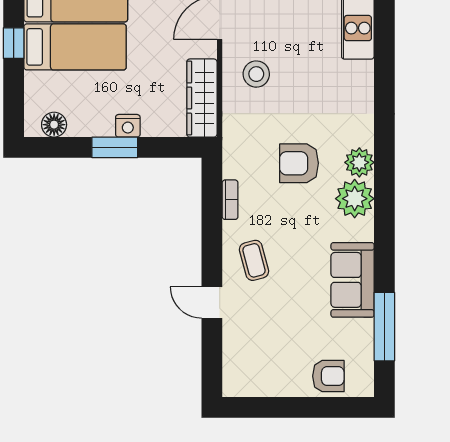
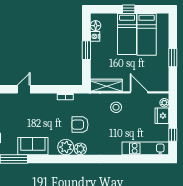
nightstand: (128, 126) -> (95, 36), moved
armchair: (299, 163) -> (80, 125), turned -90
coffee table: (254, 260) -> (41, 106), removed

